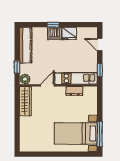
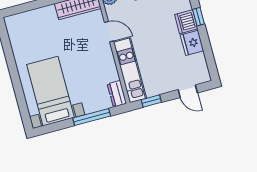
door: (100, 45) -> (188, 91), swing flipped
dresser: (74, 91) -> (117, 94), moved
window: (100, 134) -> (92, 117), moved

